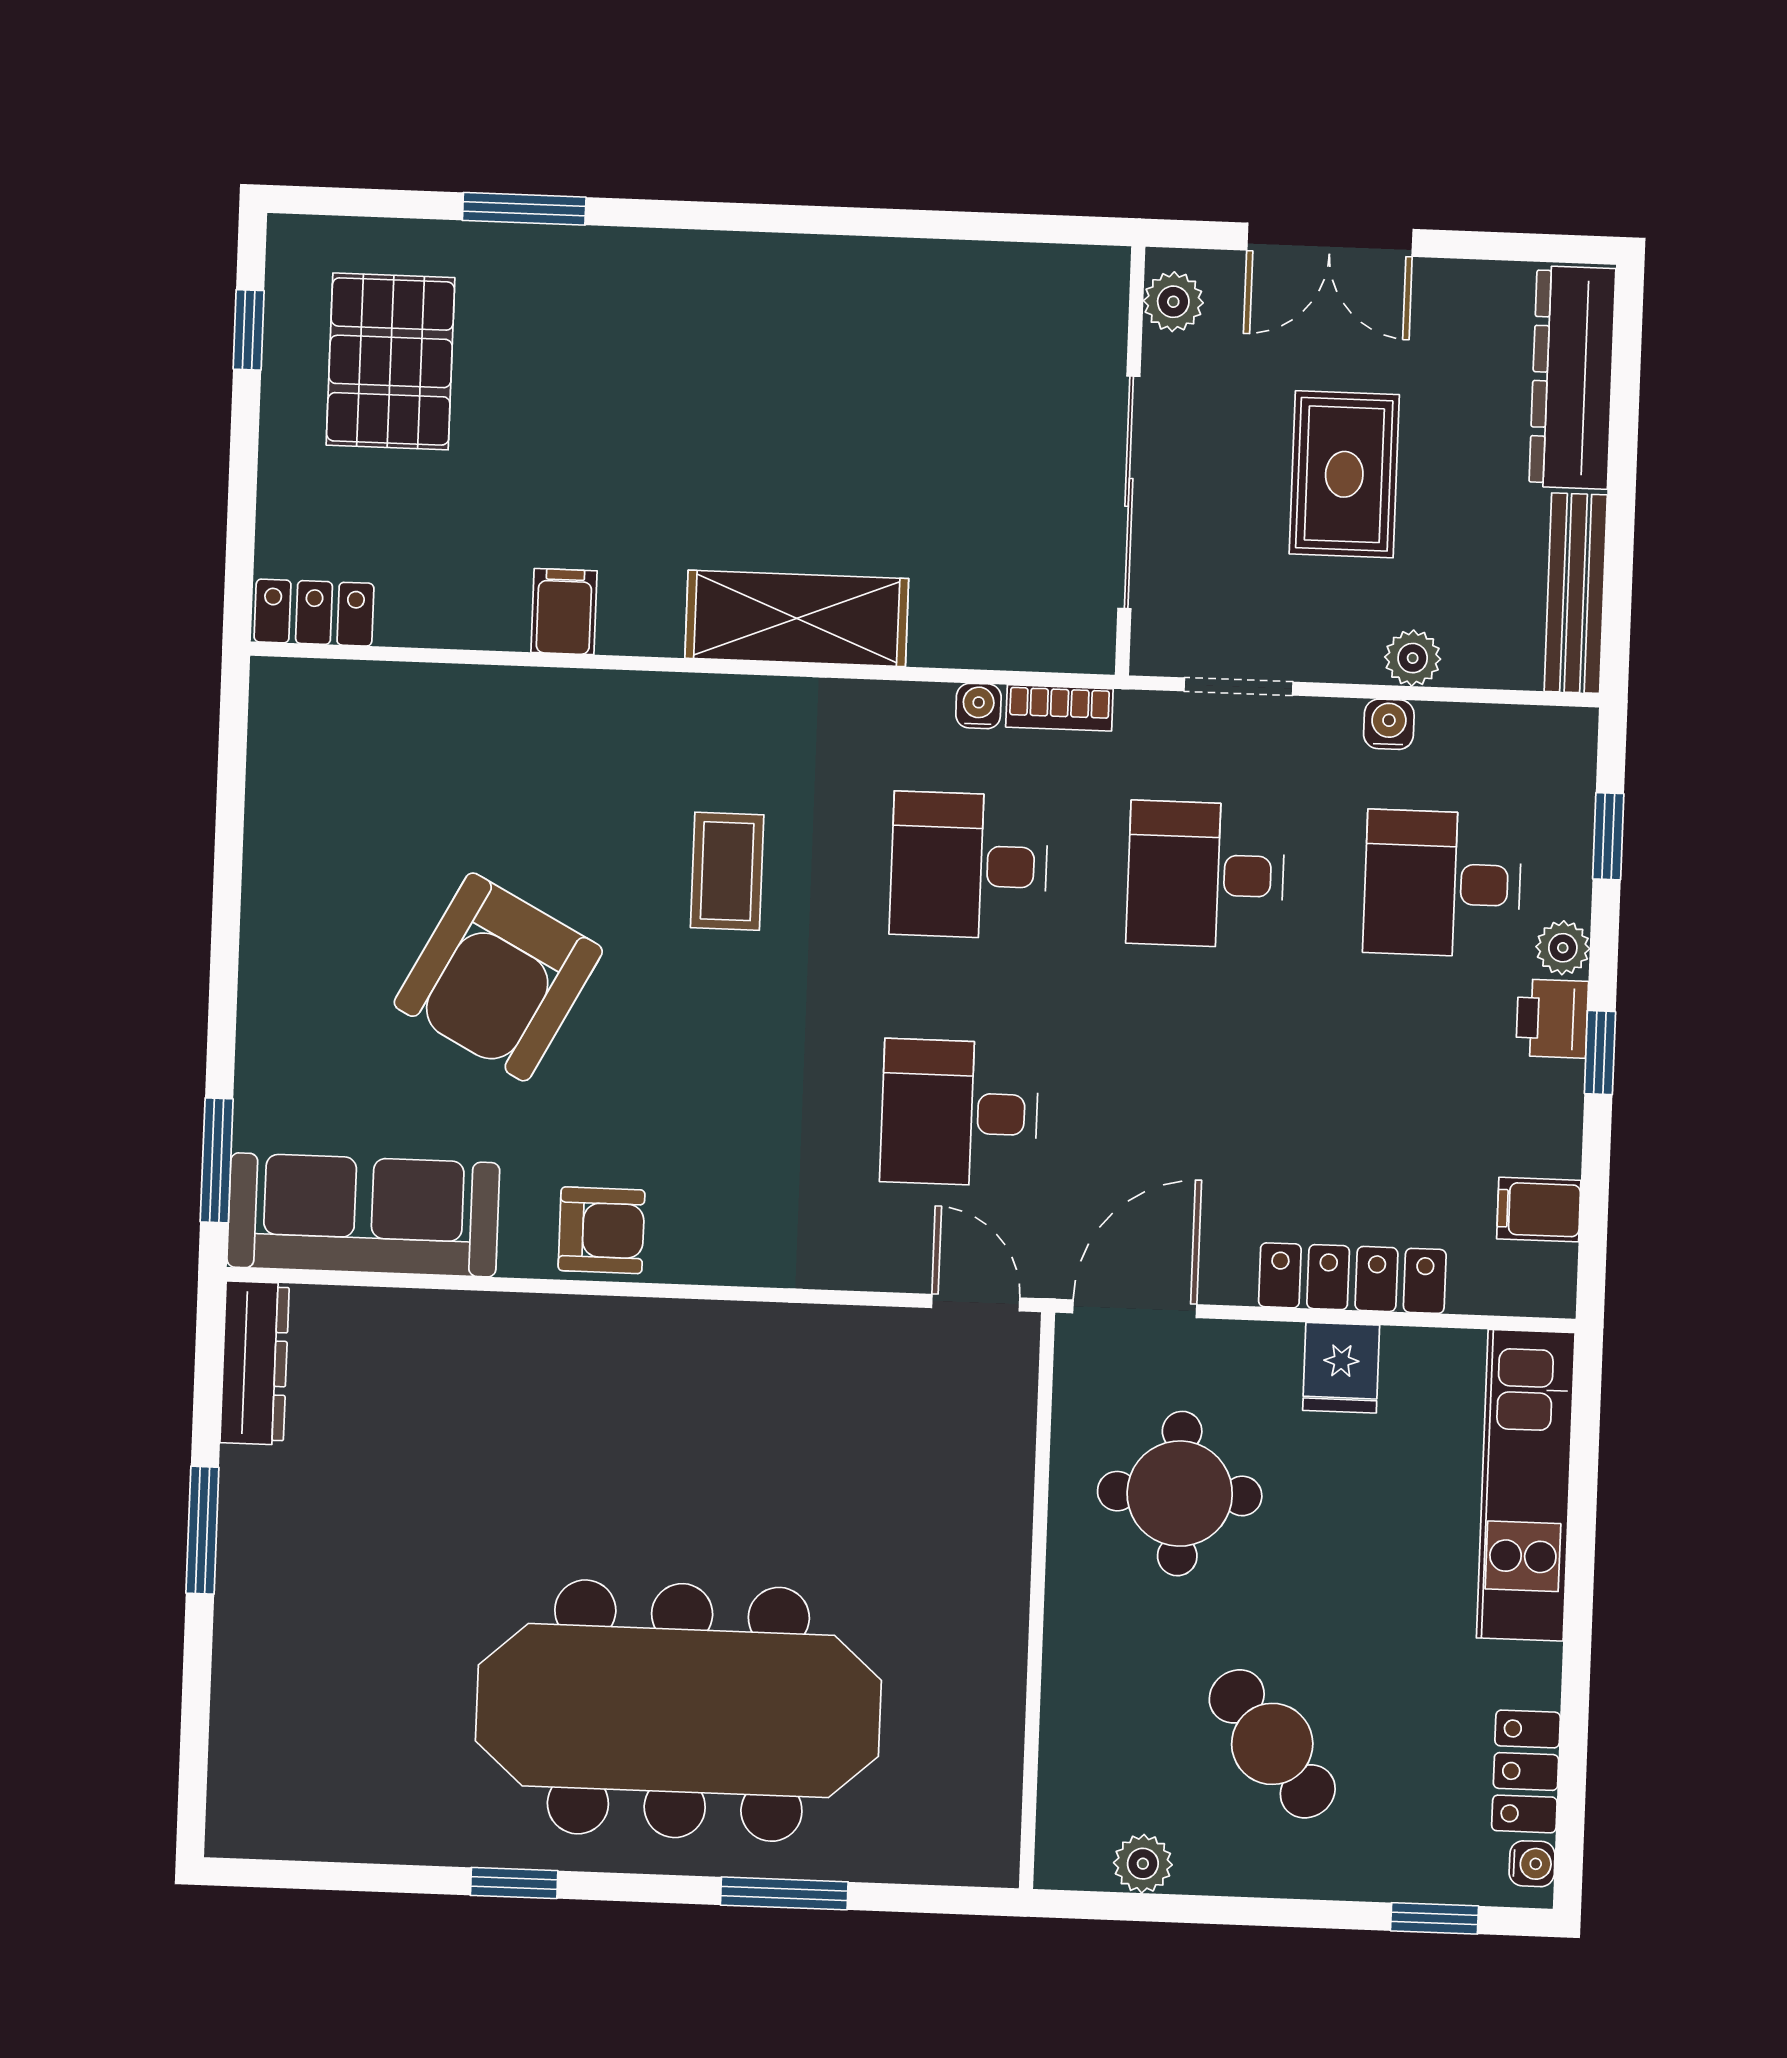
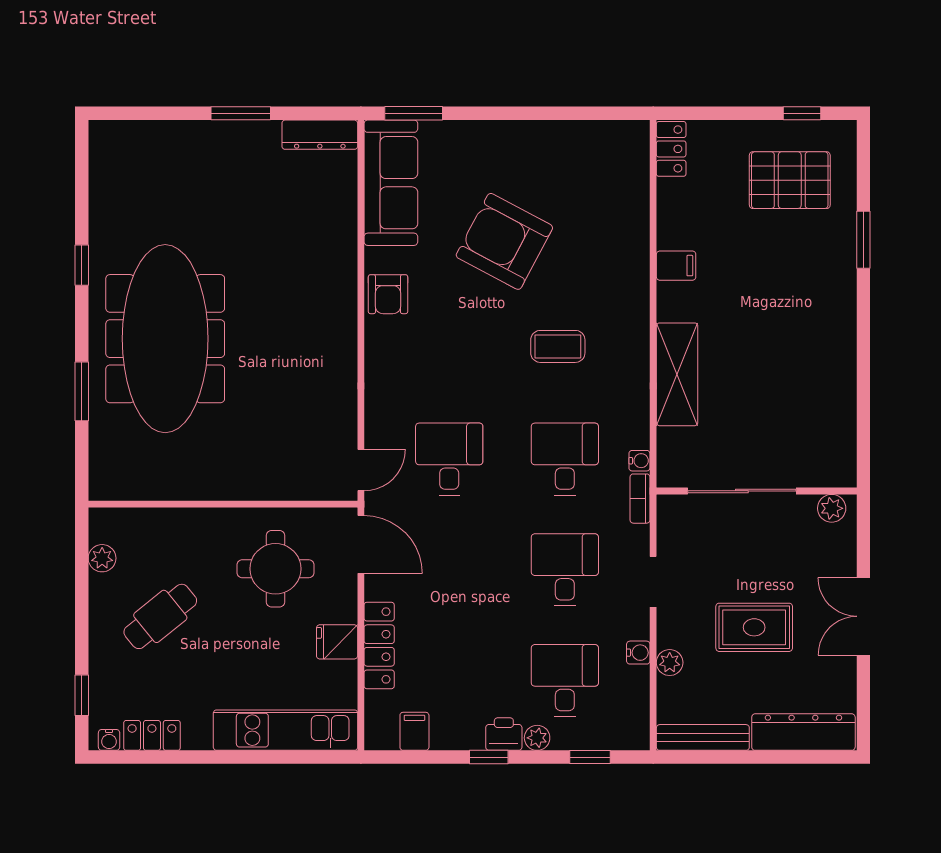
plant: (1173, 302) -> (832, 508), moved
wall: (1130, 461) -> (757, 491), moved
sliding door: (1129, 492) -> (742, 491), moved

